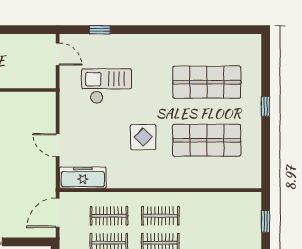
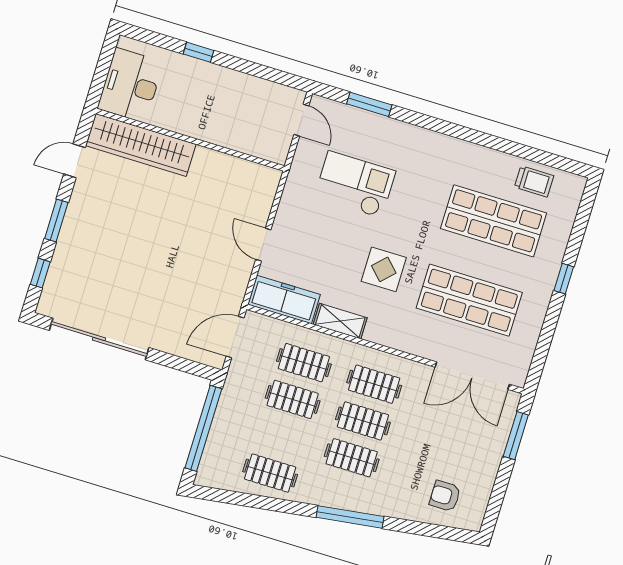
window: (100, 30) -> (369, 104), width x1.50
trolley: (226, 48) -> (534, 181), added
shelving: (125, 181) -> (340, 321), added
double door: (224, 190) -> (472, 376), added
window: (266, 221) -> (516, 436), width x1.50

